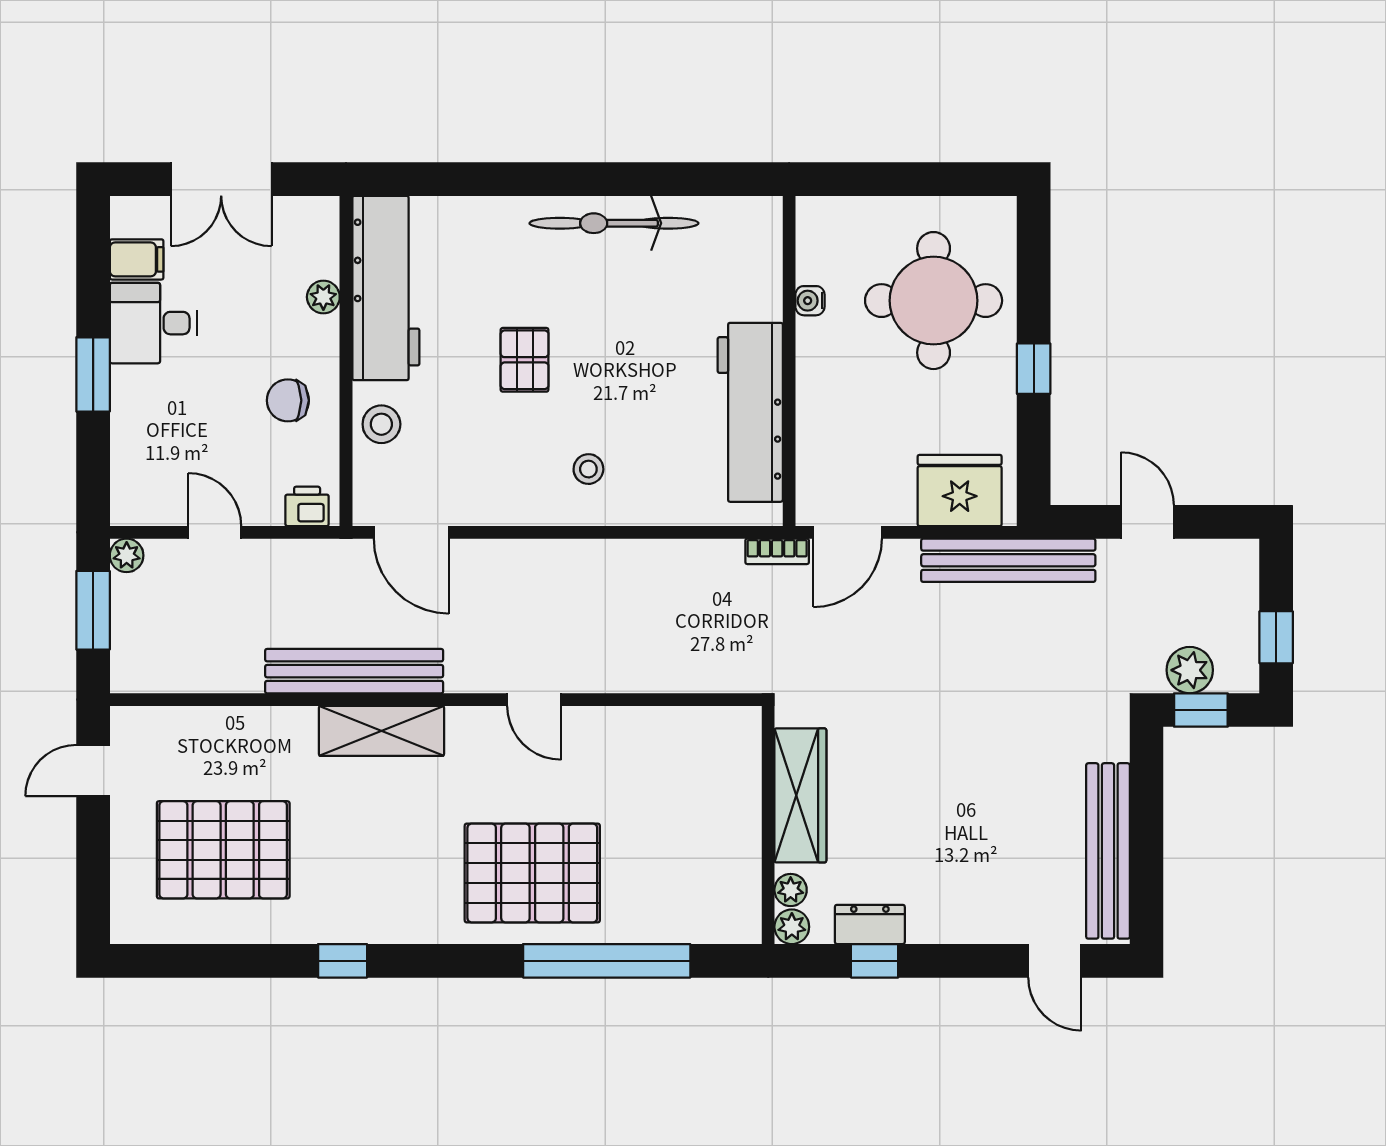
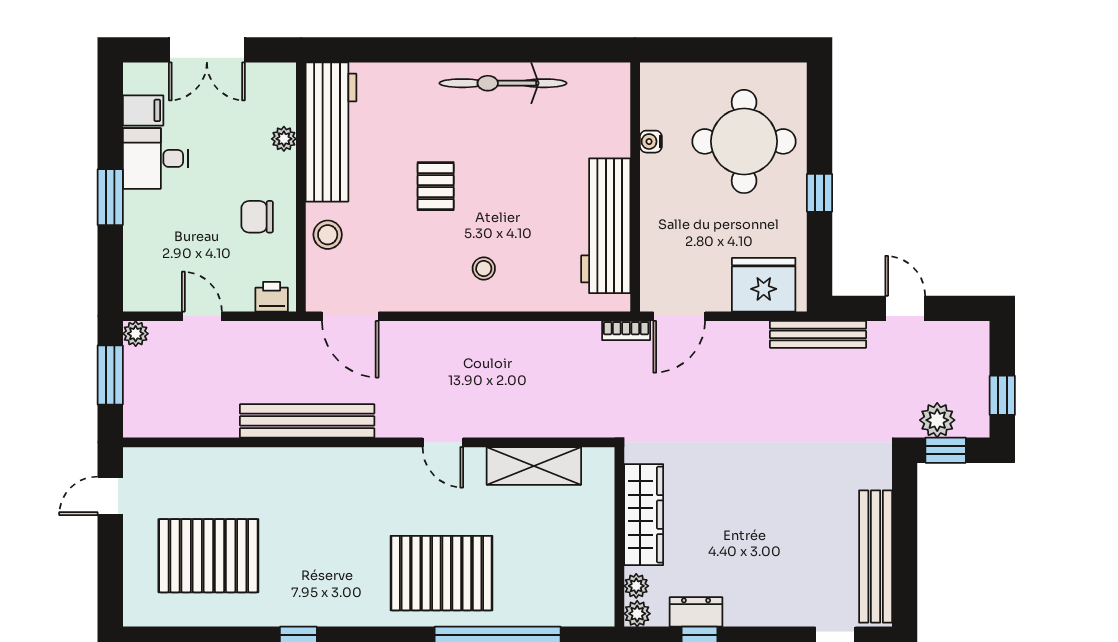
bench: (1008, 560) -> (818, 334), width x0.73, depth x0.82
shelving: (381, 731) -> (534, 466), moved

